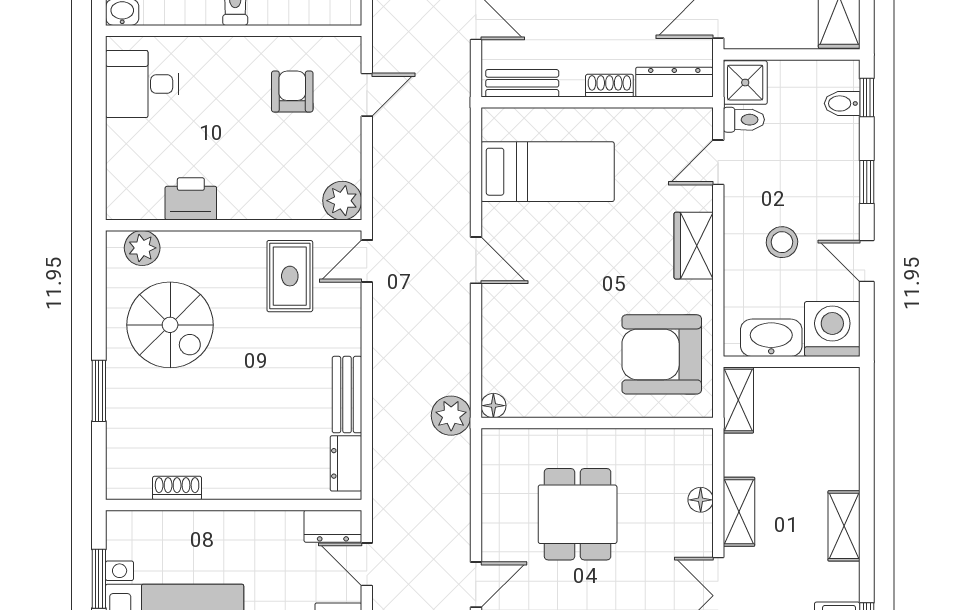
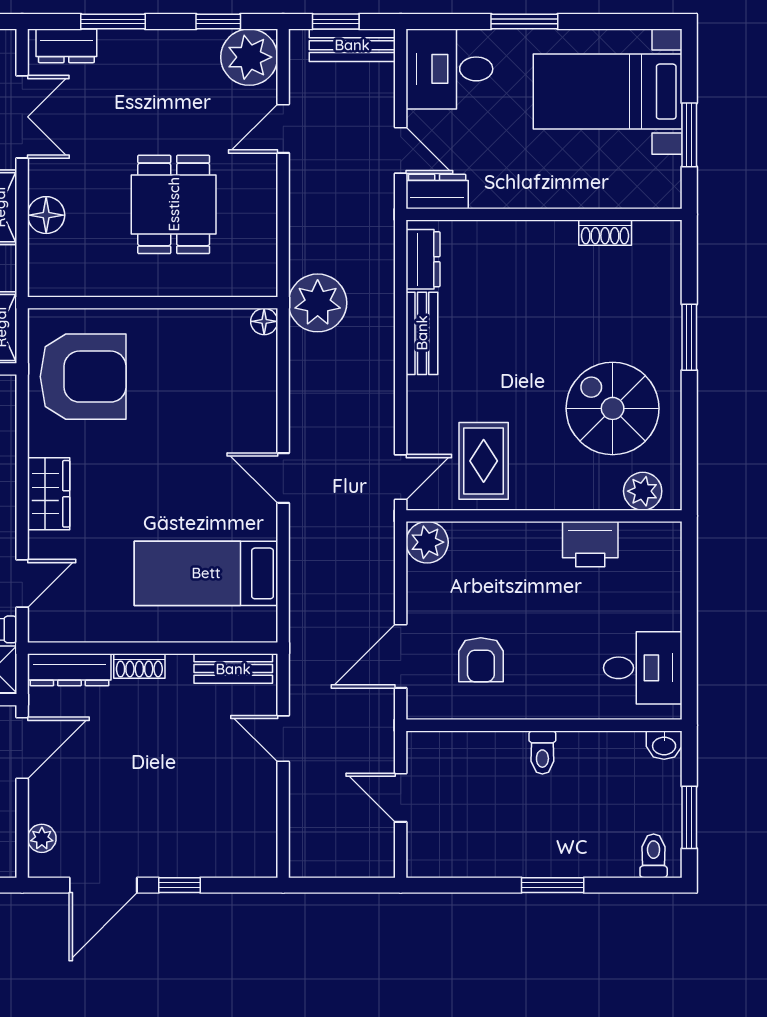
door: (367, 95) -> (401, 656), width x1.38
plant: (451, 416) -> (318, 303), width x1.36, depth x1.36
floor lamp: (701, 500) -> (46, 215), width x1.37, depth x1.37

